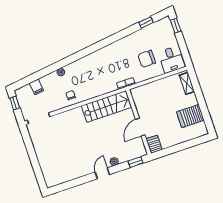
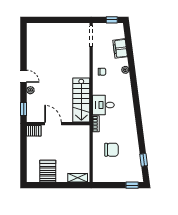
chair: (147, 59) -> (111, 150), turned 90
desk: (172, 60) -> (103, 105), moved
filing cabinet: (36, 87) -> (120, 48), width x2.00

